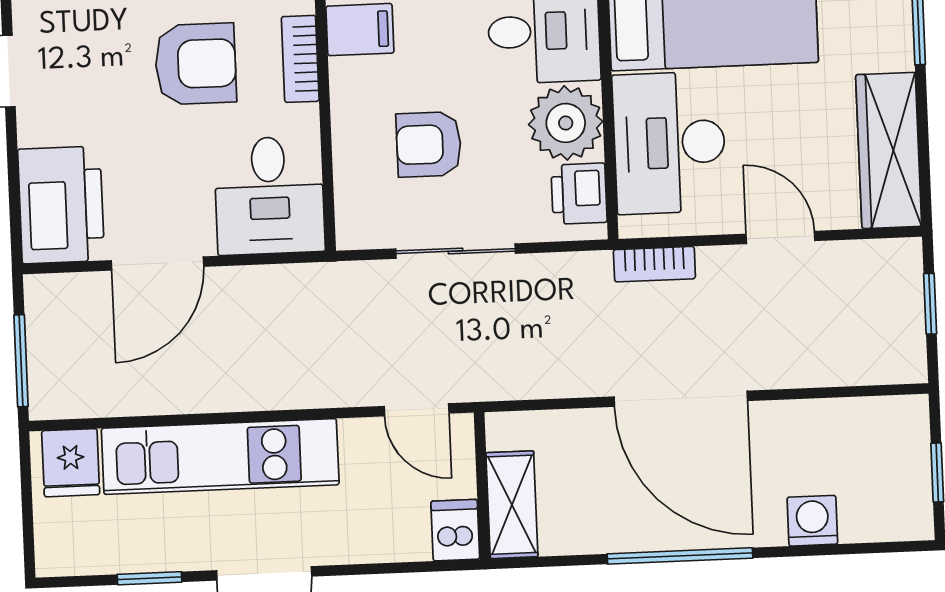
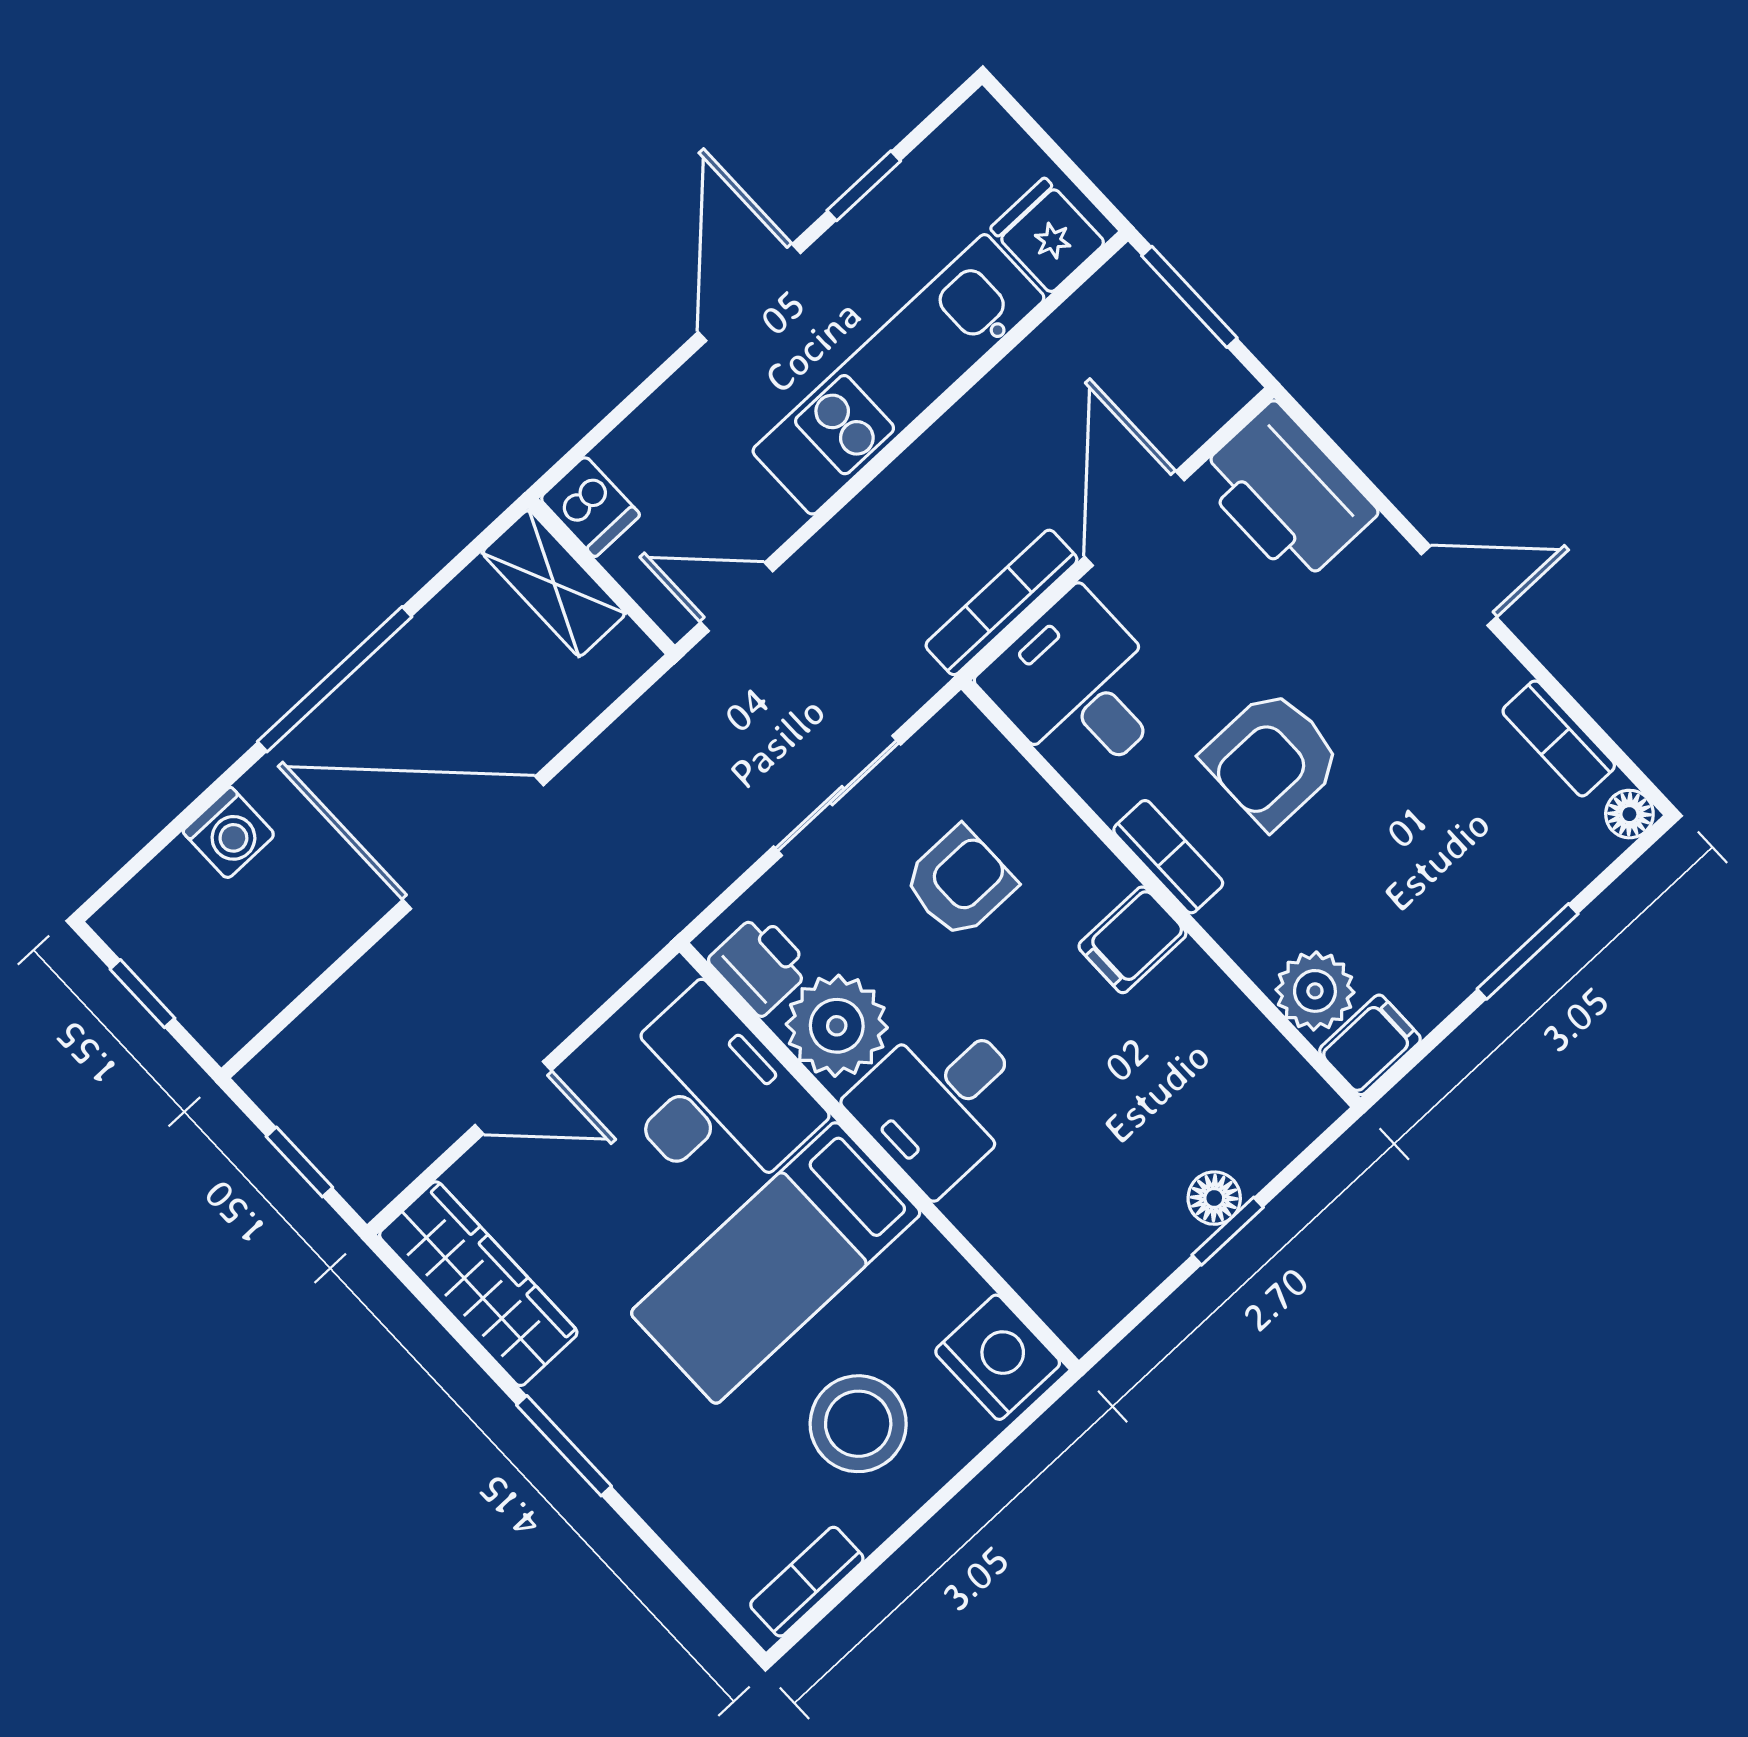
bookcase: (654, 264) -> (1002, 602), moved, width x1.56

